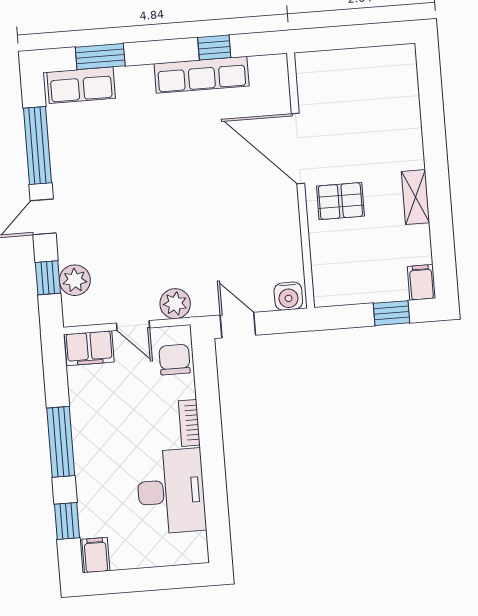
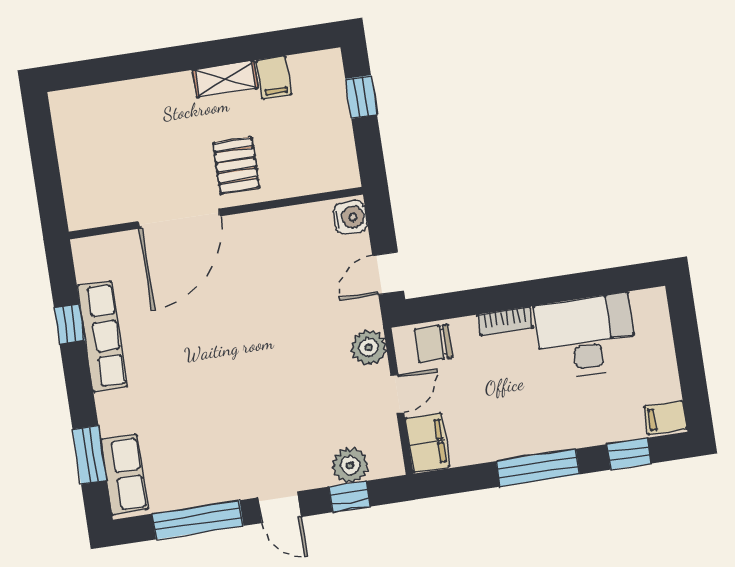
filing cabinet: (421, 282) -> (274, 77), moved, turned -90

